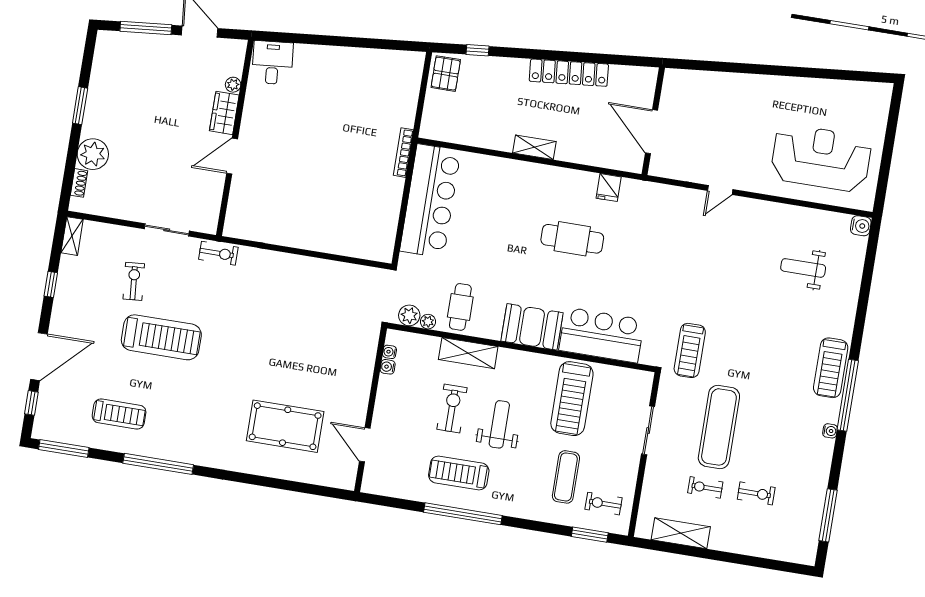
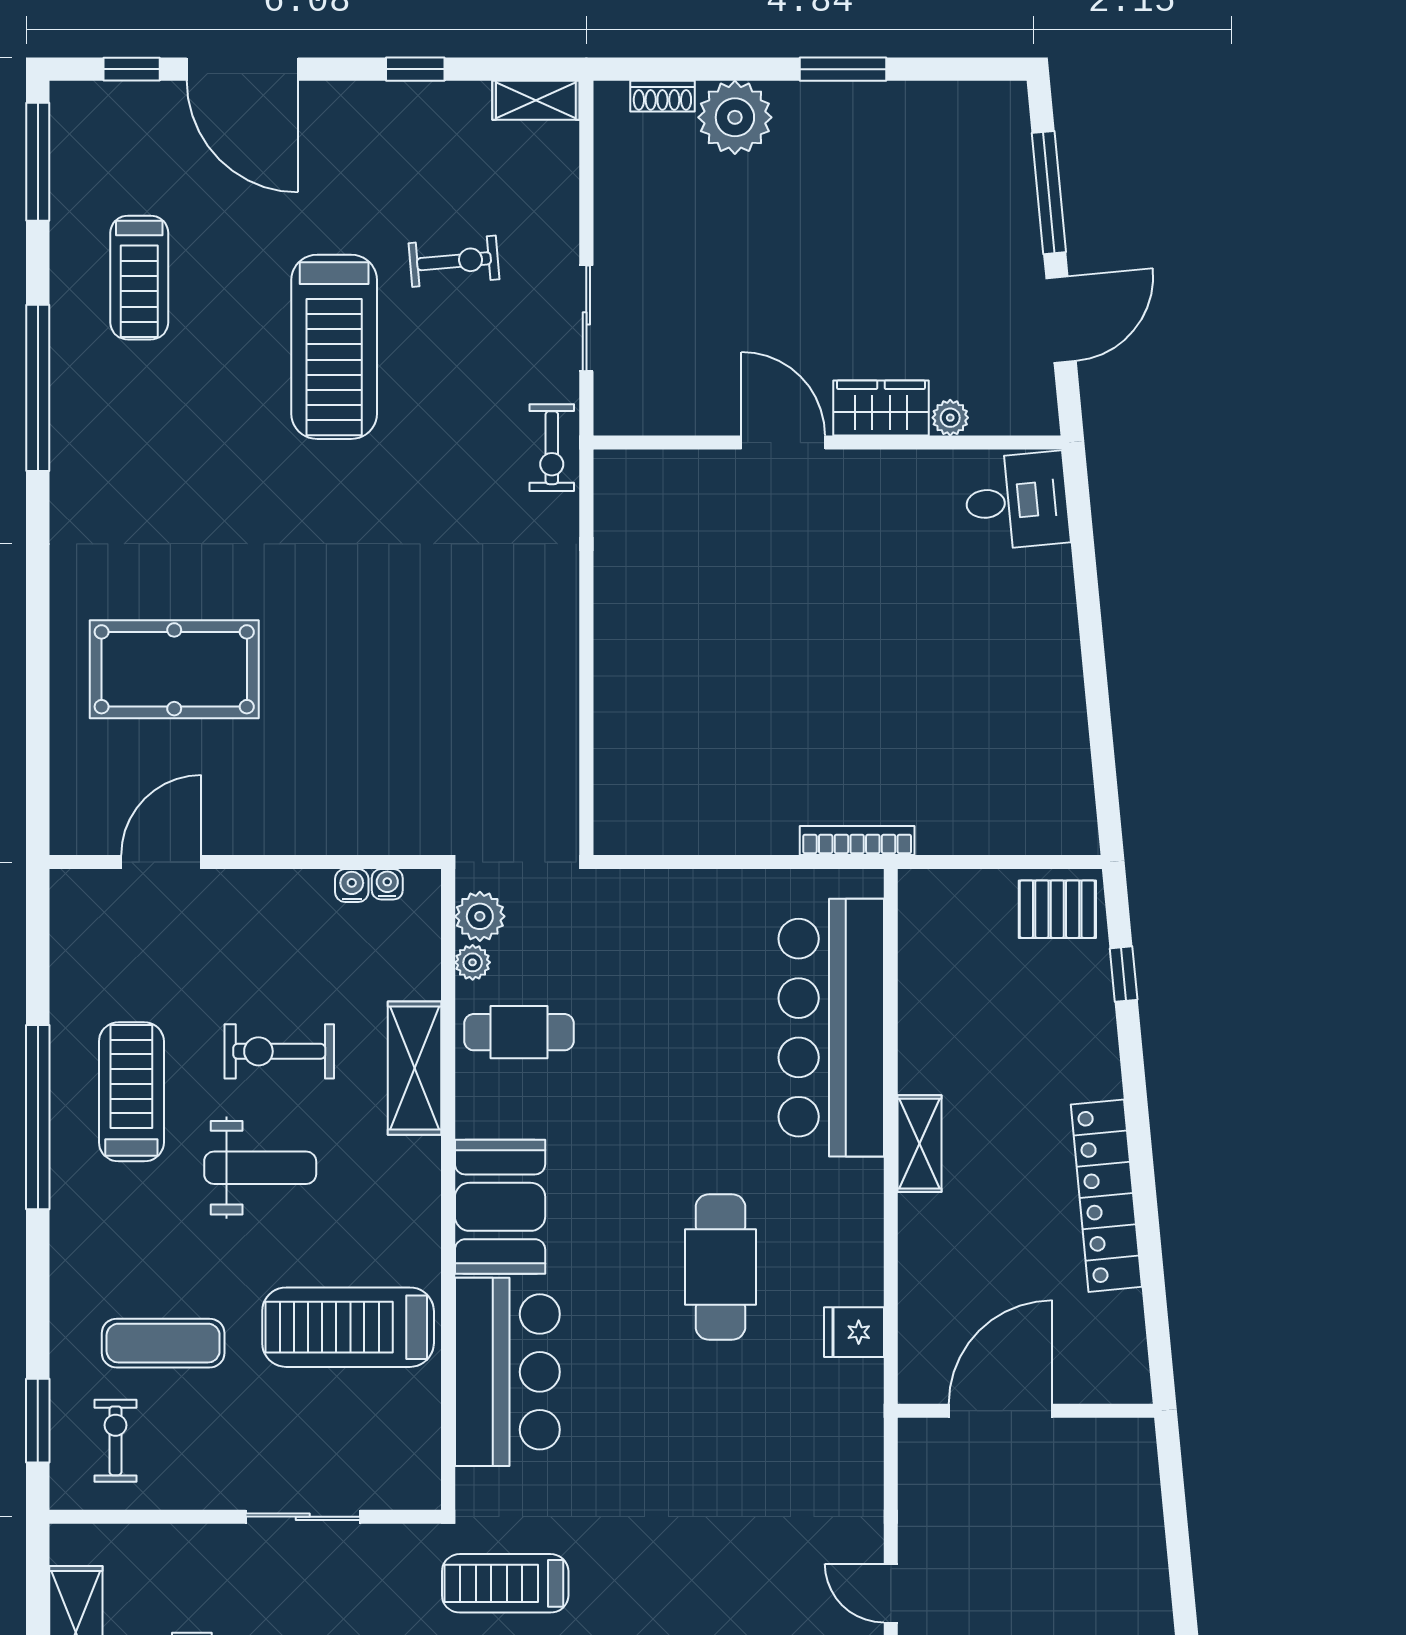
bar counter: (430, 201) -> (831, 1028), moved, turned 90
exercise bike: (452, 408) -> (279, 1051), turned 180
pool table: (285, 426) -> (174, 669), turned 90

